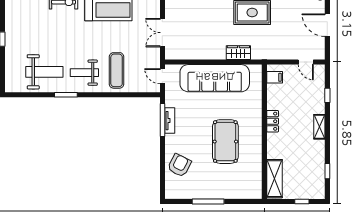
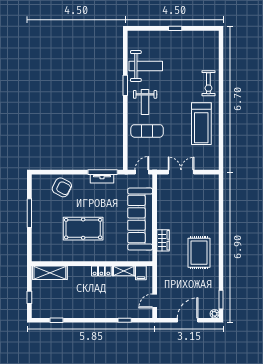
weight bench: (44, 72) -> (146, 66), turned -90
weight bench: (84, 73) -> (145, 102), turned 180
shelving: (319, 127) -> (124, 271), moved

